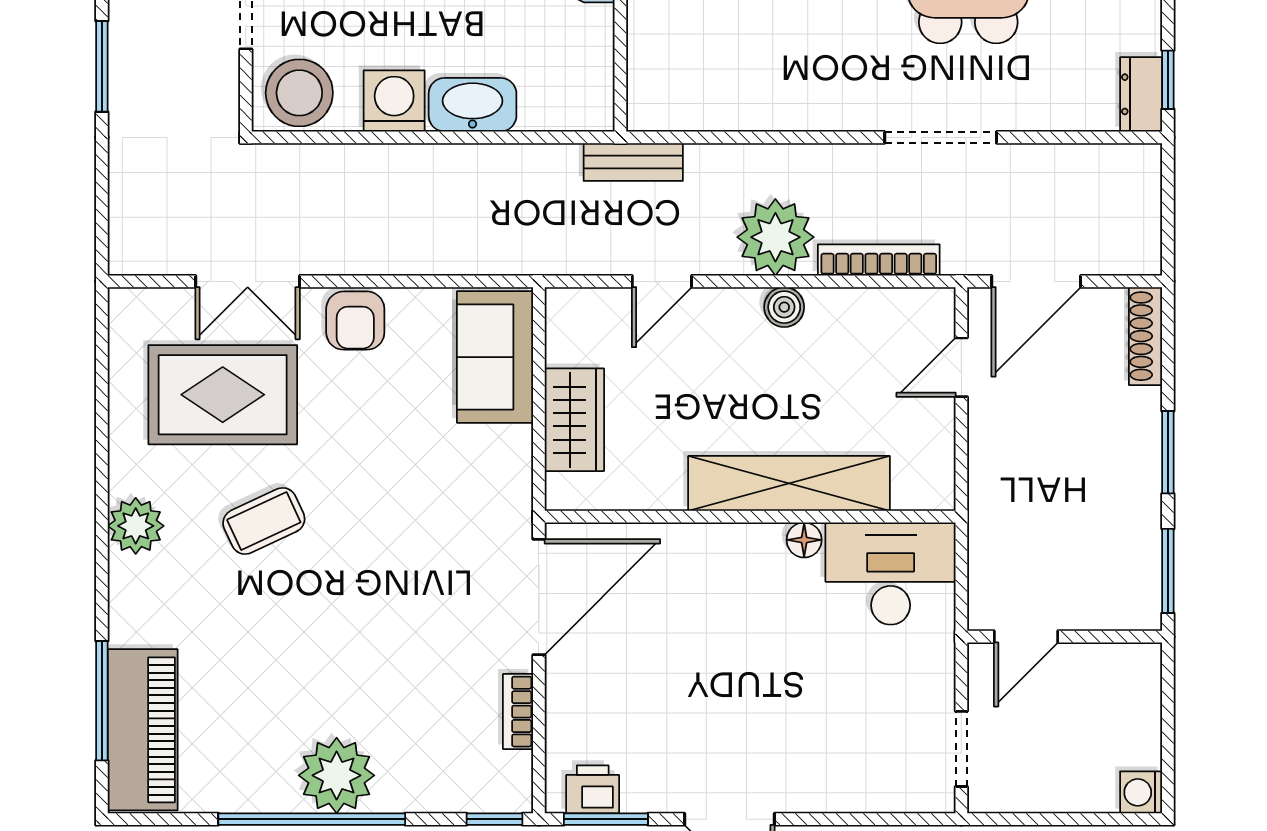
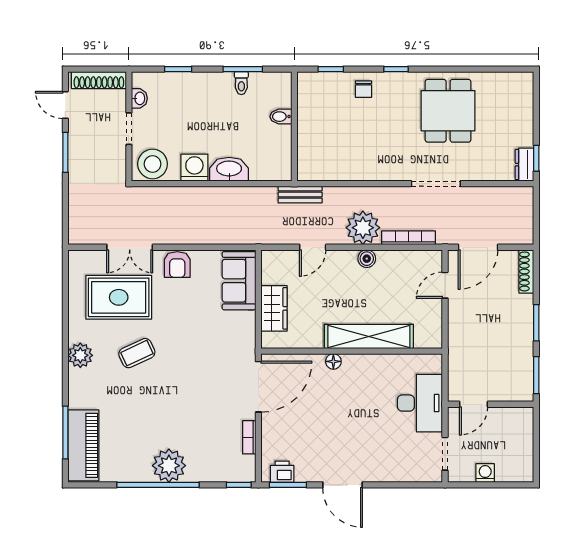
floor lamp: (804, 540) -> (333, 361), moved
desk: (891, 574) -> (420, 403), moved, turned 90
washing machine: (1141, 792) -> (485, 473), moved, turned 90

